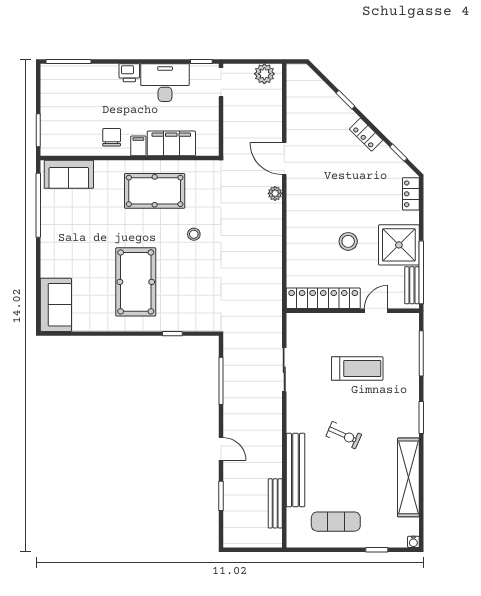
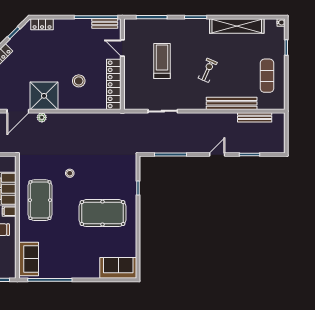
stool: (348, 241) -> (79, 81), moved
shower: (399, 245) -> (44, 96), moved

